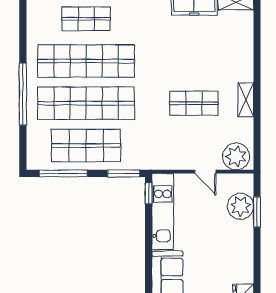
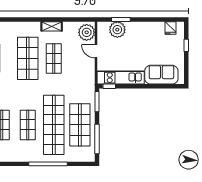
shop shelf: (86, 61) -> (28, 125), width x0.50, depth x0.74
shop shelf: (194, 61) -> (28, 58), added
door: (205, 172) -> (96, 51), swing flipped

